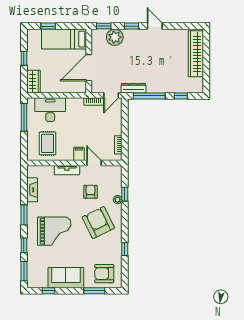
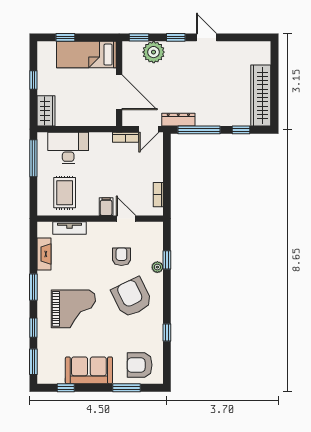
wardrobe: (196, 54) -> (261, 96), moved
door: (89, 68) -> (119, 92), swing flipped
tv unit: (67, 170) -> (69, 228), moved

